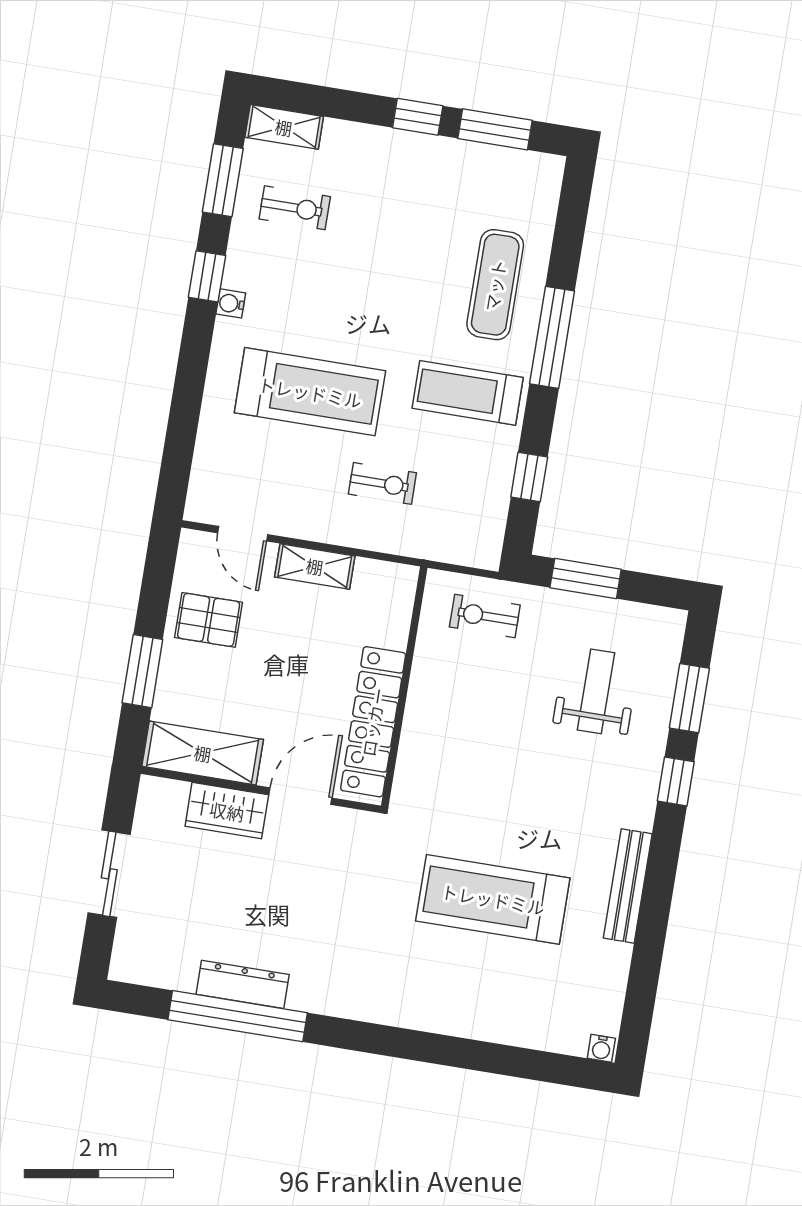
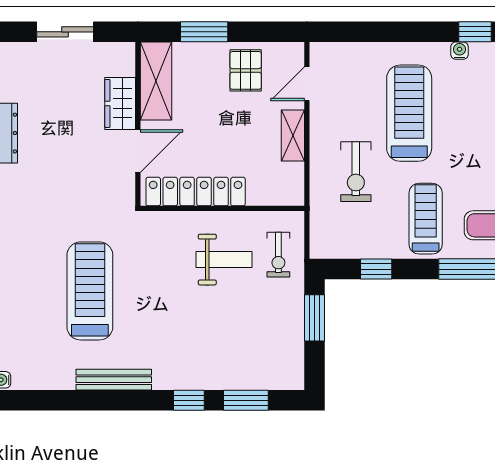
treadmill: (310, 392) -> (409, 113), turned 180
exercise bike: (382, 483) -> (356, 172), width x1.38, depth x1.39
exercise bike: (485, 616) -> (278, 255), turned 180
weight bench: (596, 691) -> (224, 260), moved
door: (301, 796) -> (138, 151), hinge flipped

